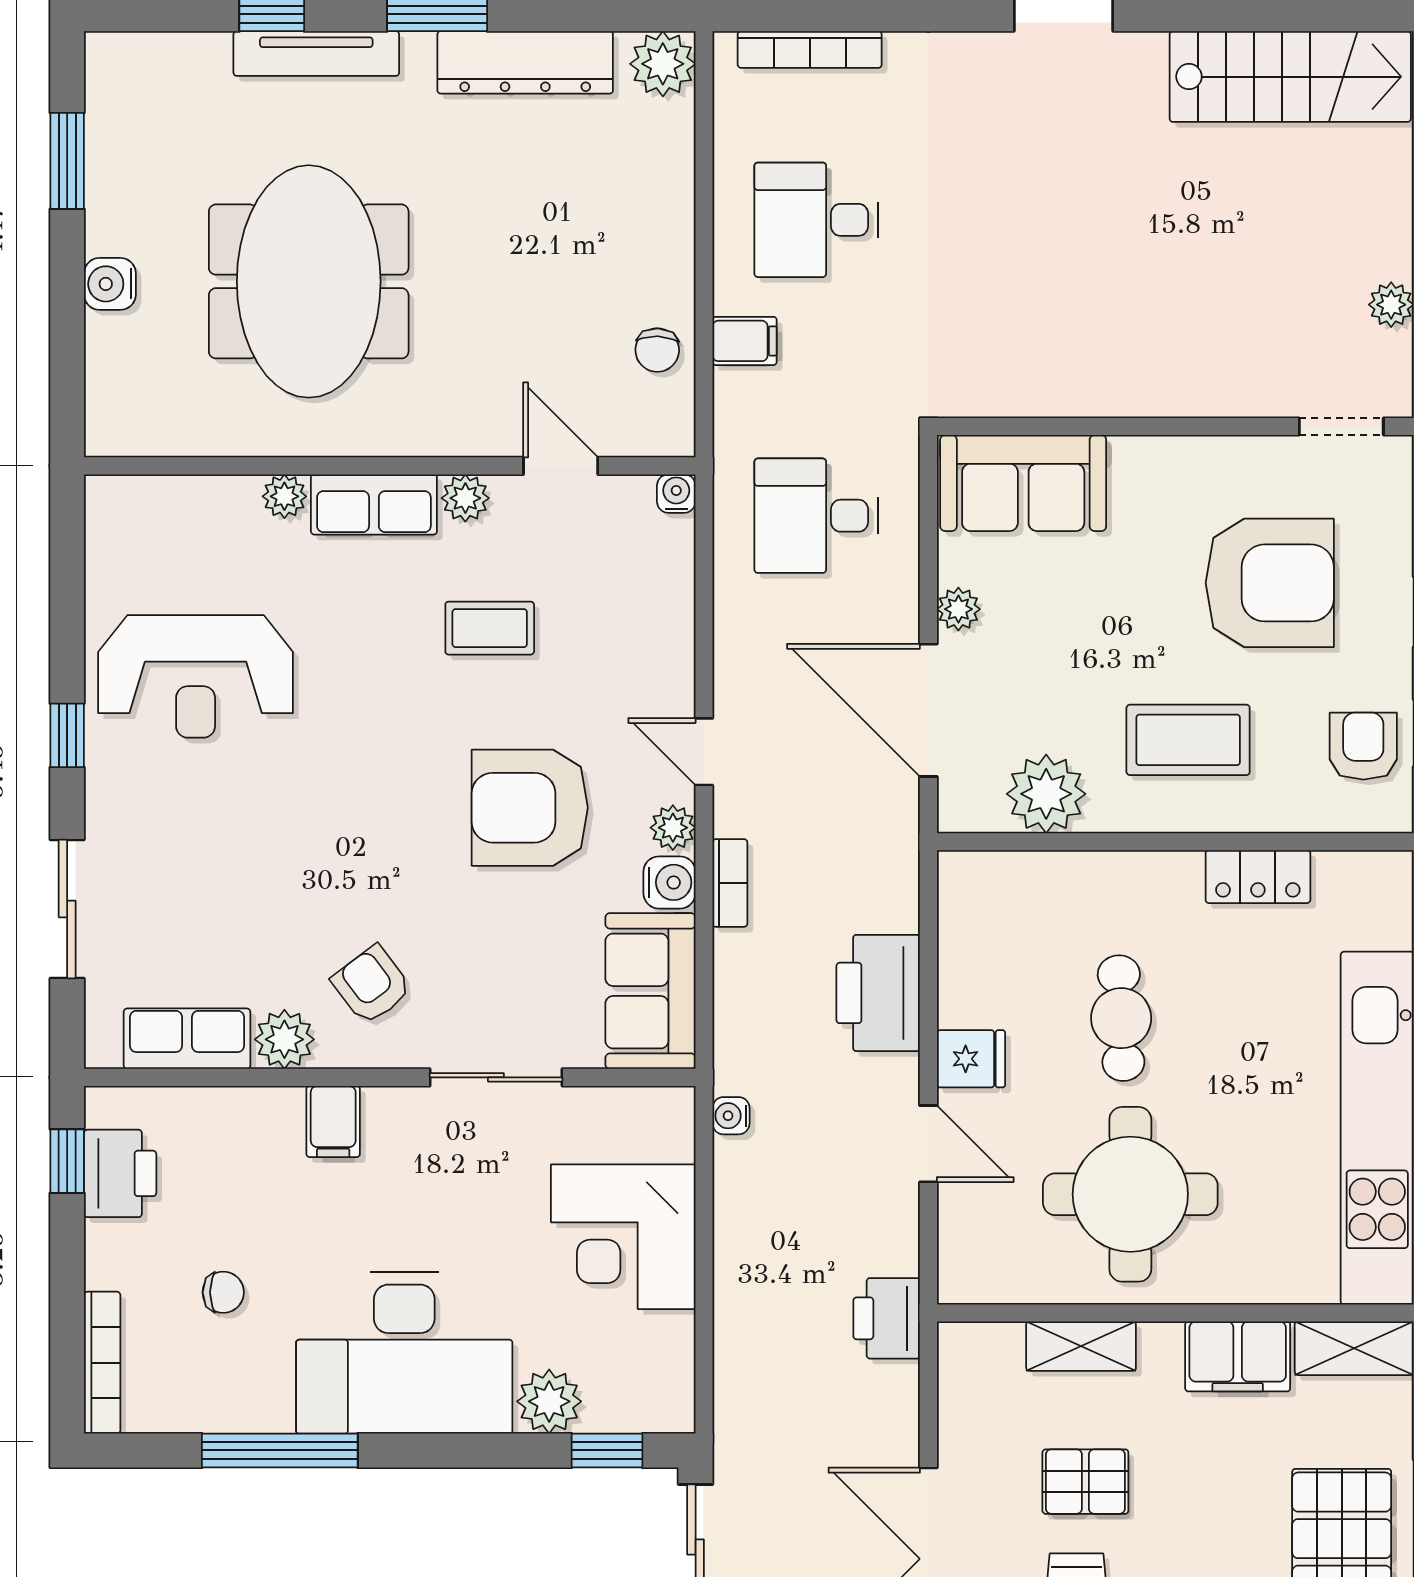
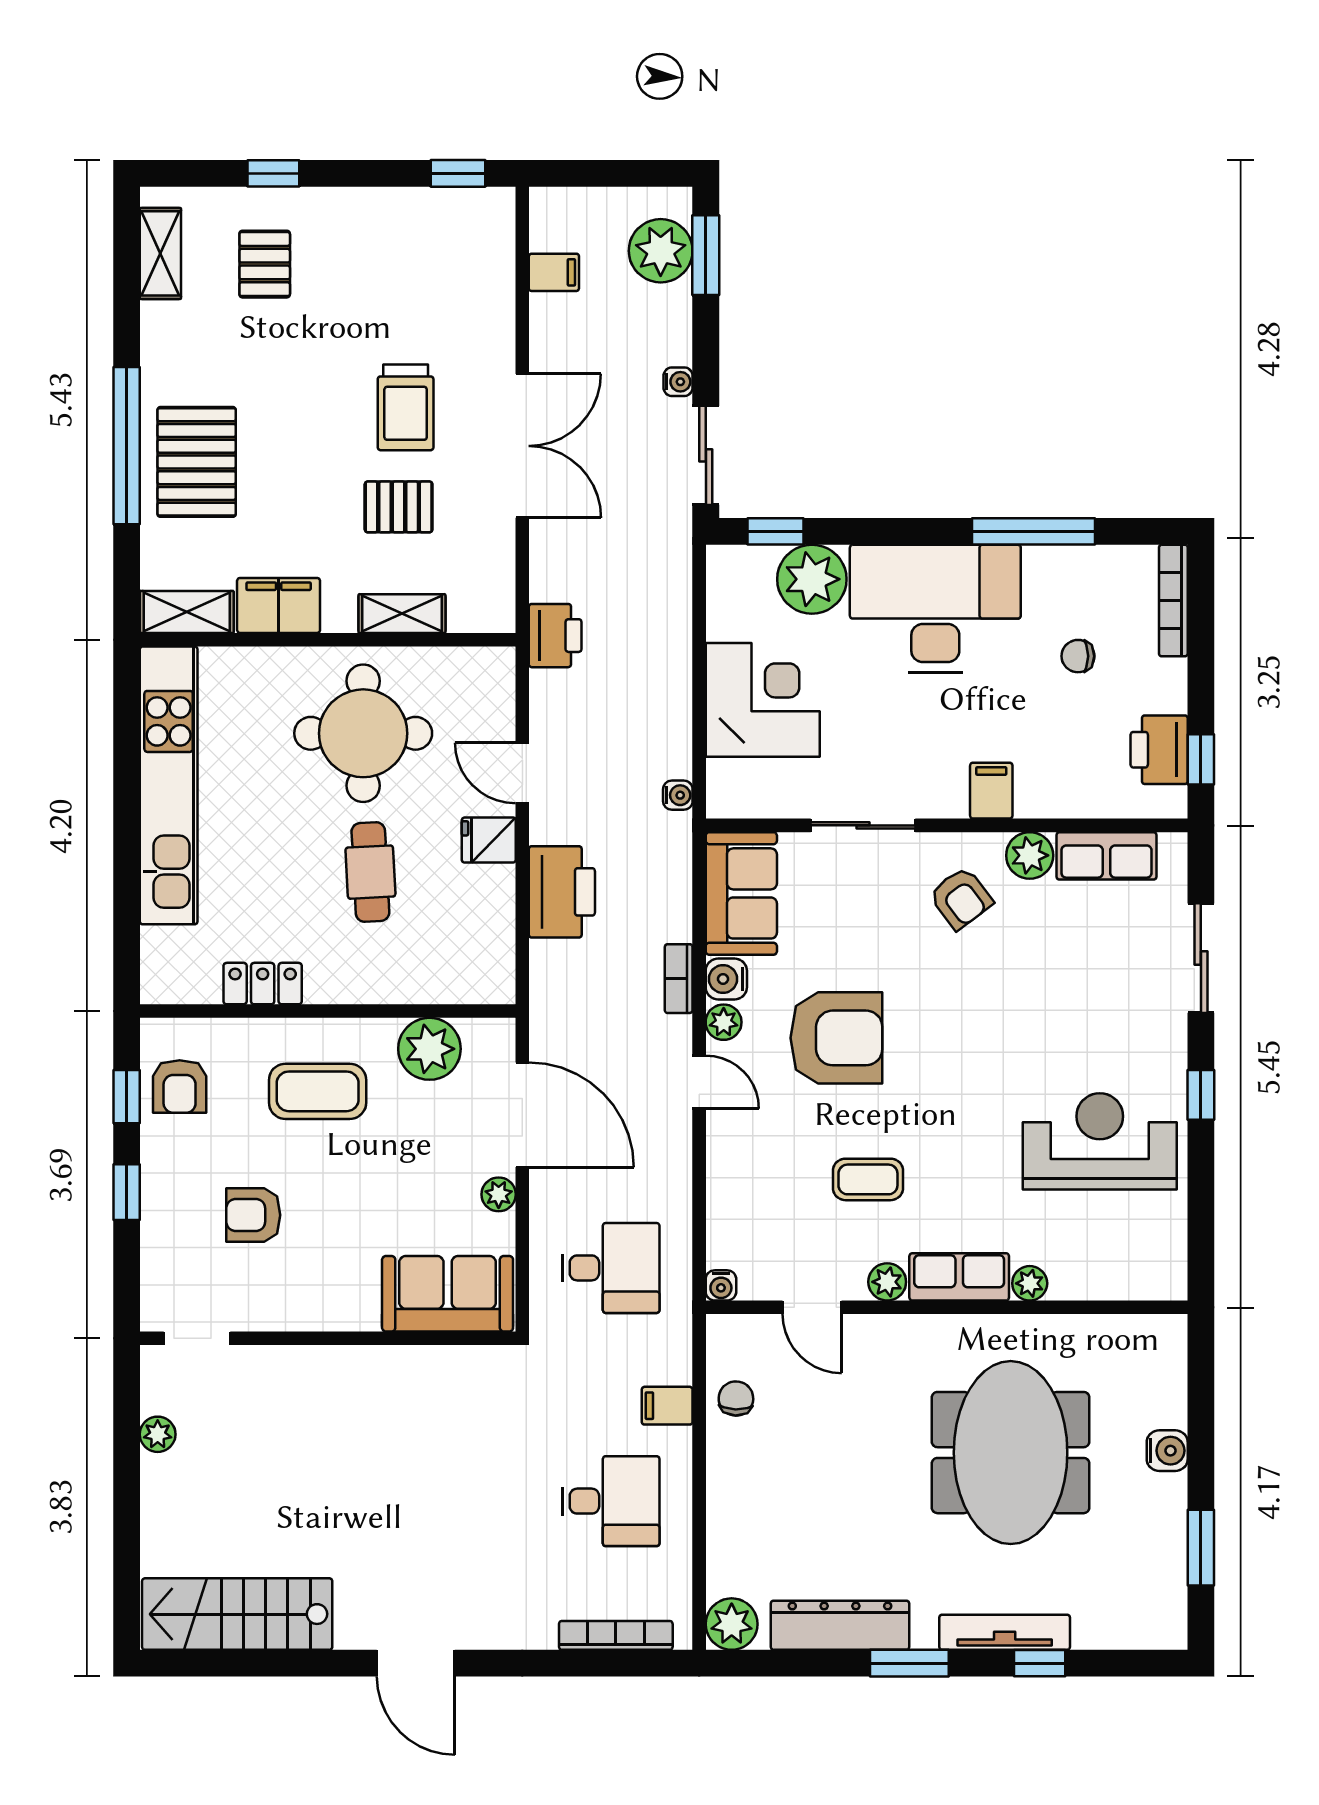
armchair: (1270, 583) -> (253, 1215), width x0.53, depth x0.53
plant: (549, 1401) -> (812, 579), width x1.36, depth x1.36

